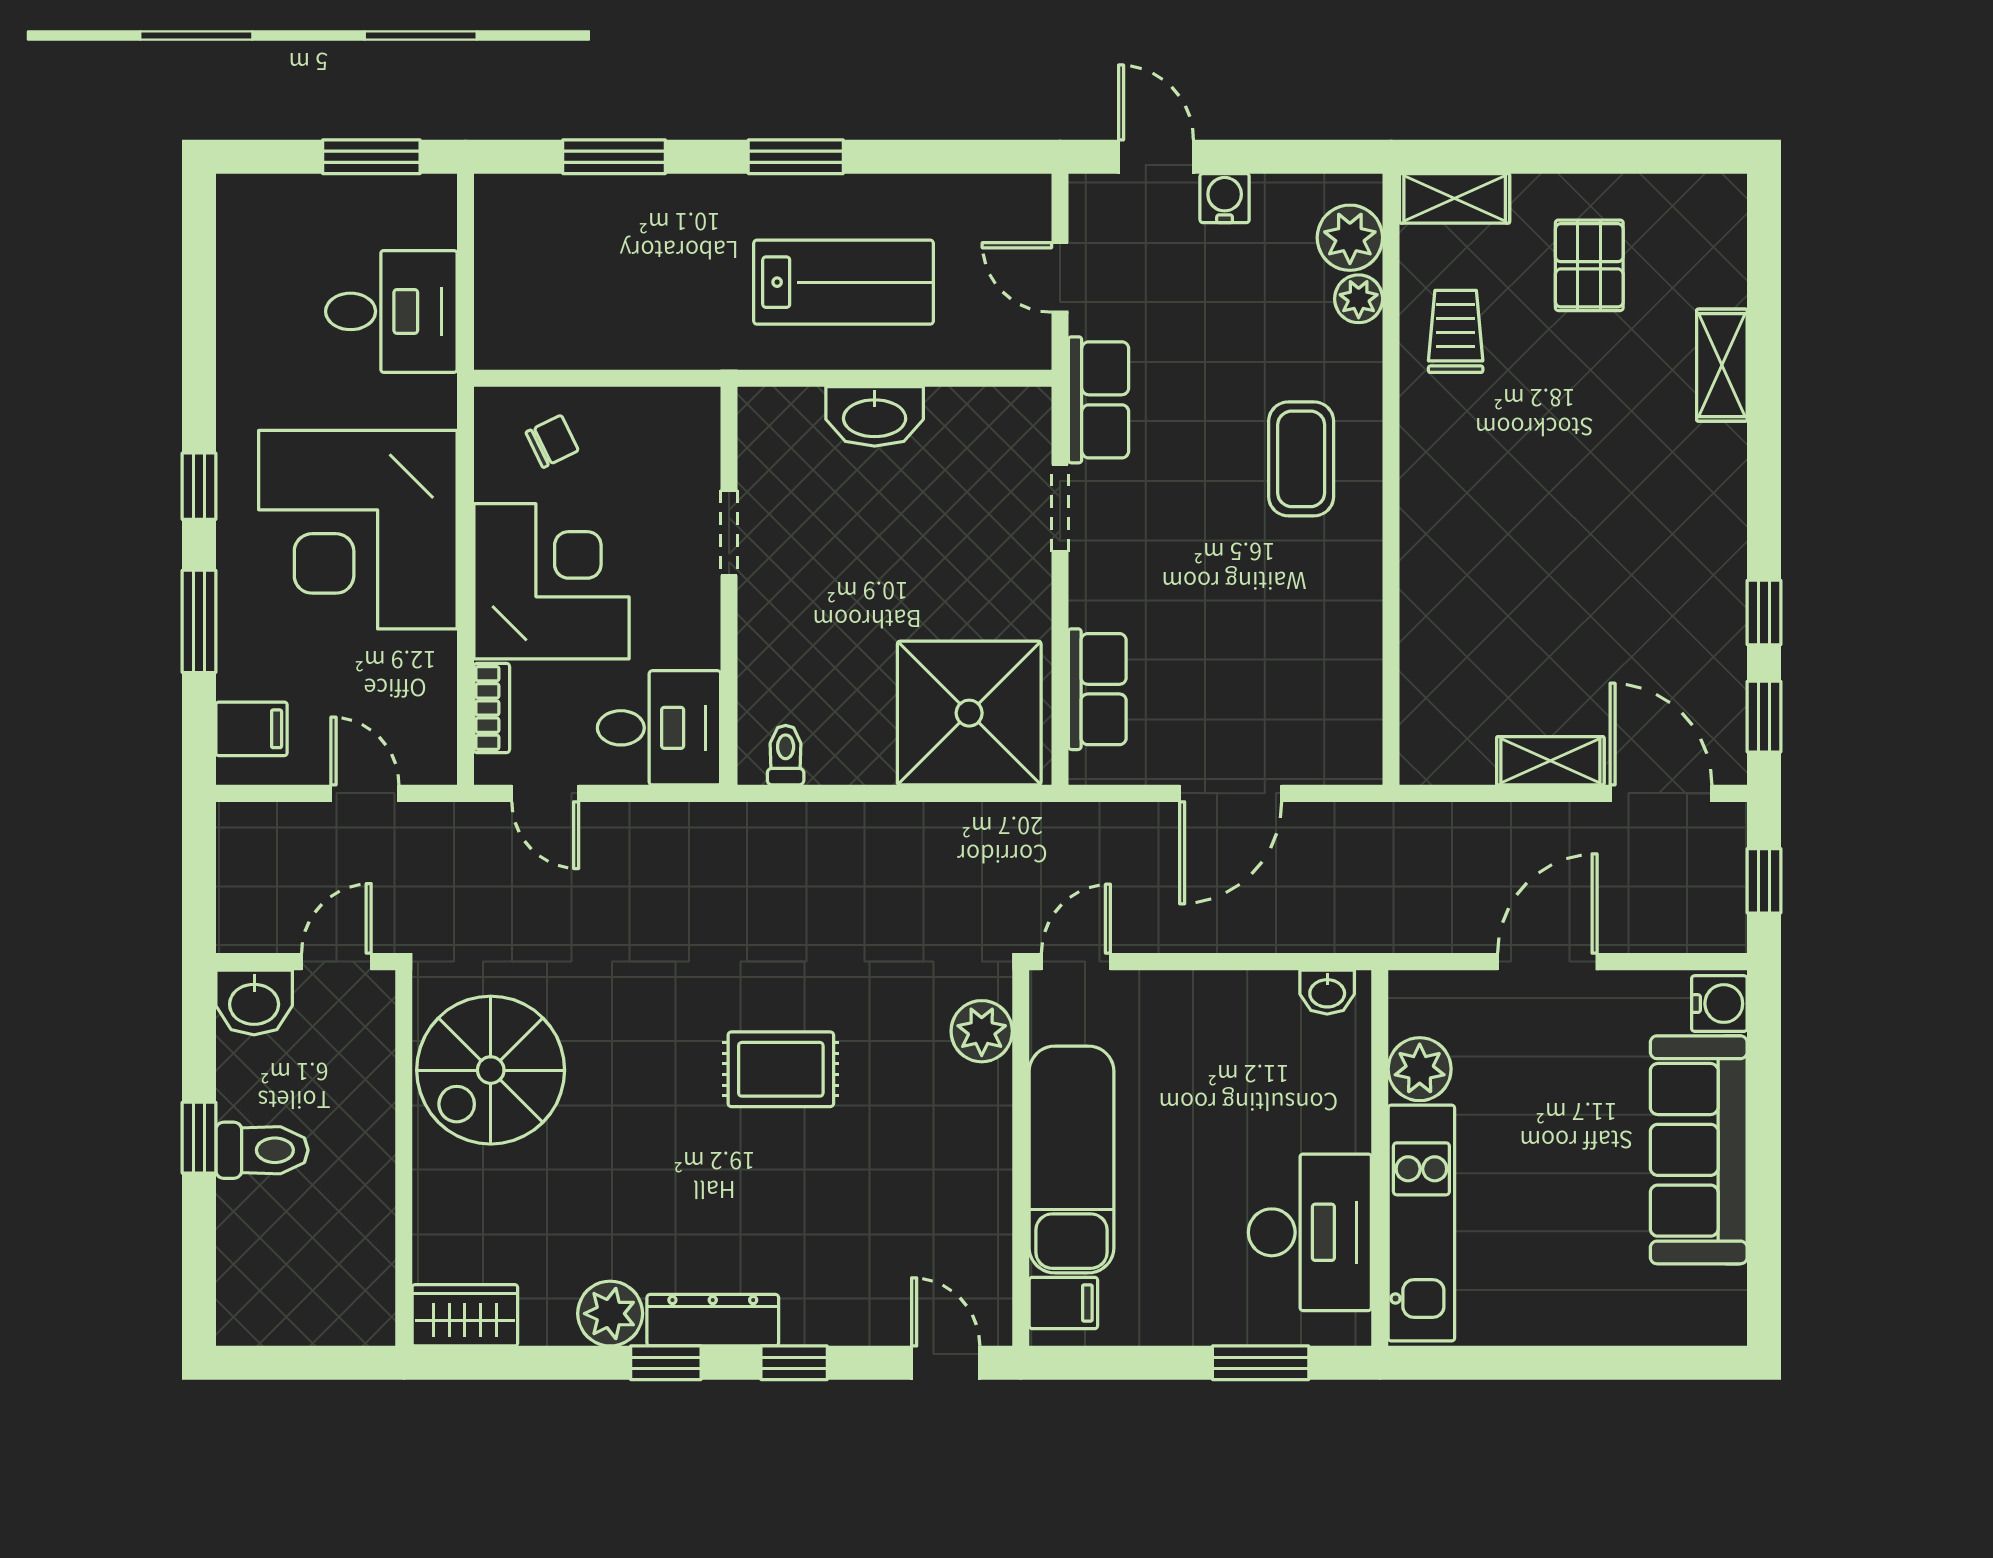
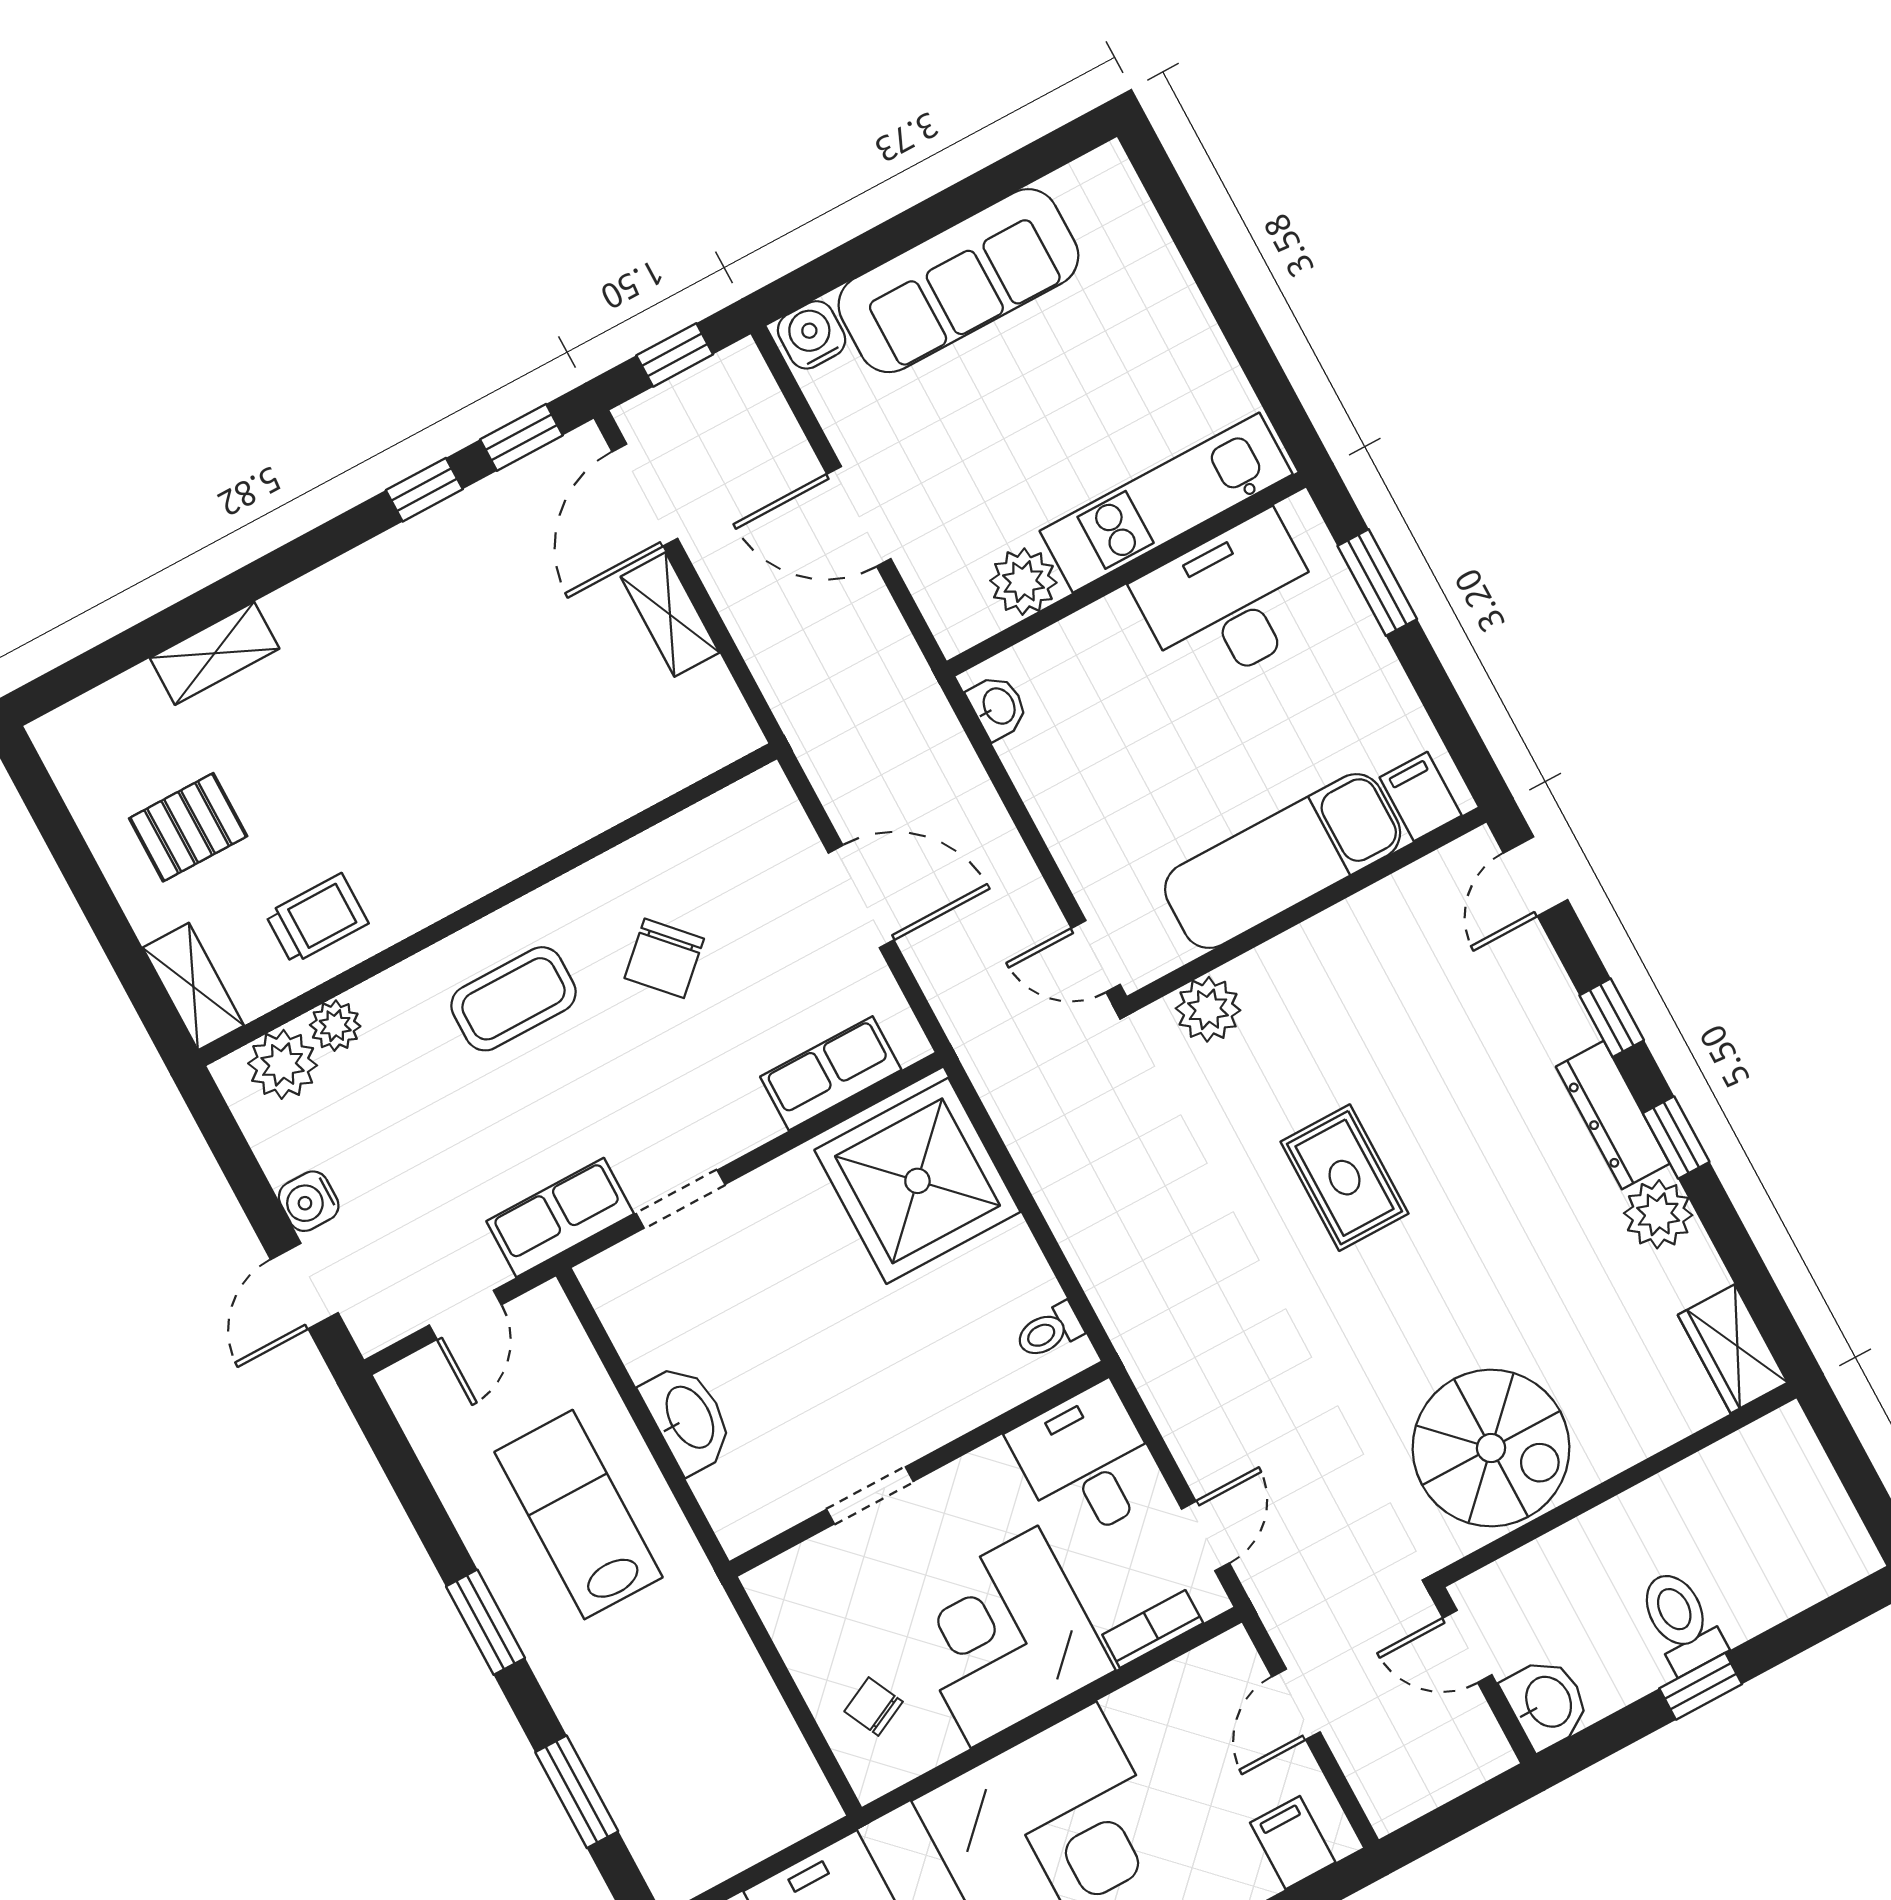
trolley: (1456, 331) -> (317, 919), turned 180
chair: (1267, 602) -> (664, 958), added

